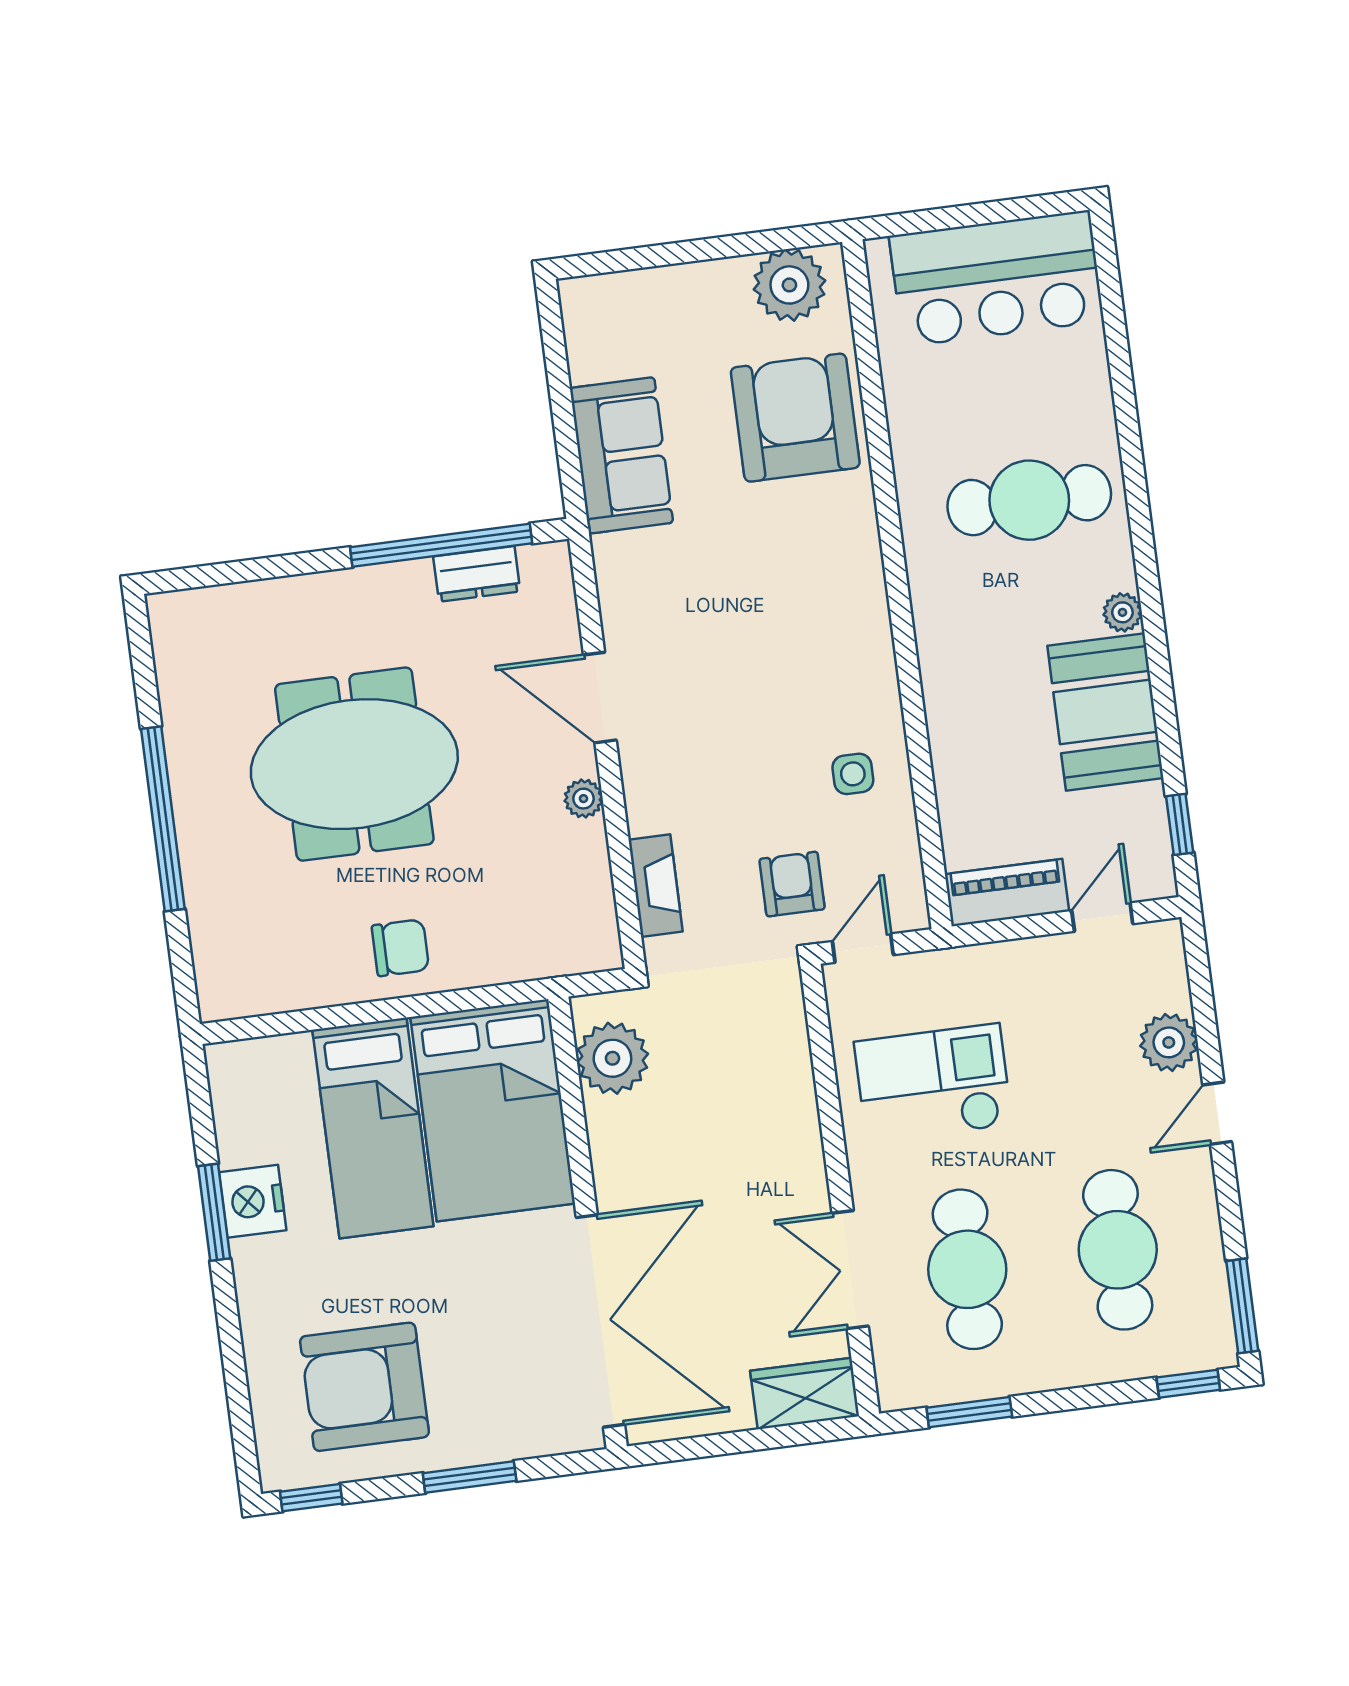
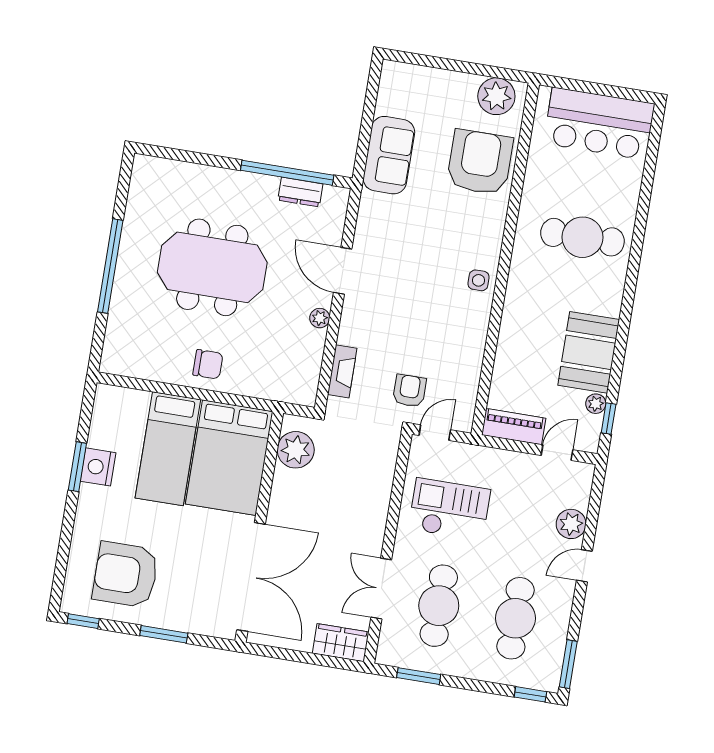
plant: (1122, 612) -> (596, 404), moved
side table: (853, 774) -> (479, 280), moved

